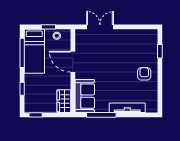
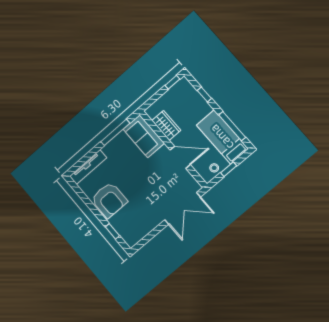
double door: (100, 27) -> (183, 208), width x1.37
armchair: (144, 74) -> (109, 200), width x1.88, depth x1.88
wardrobe: (64, 101) -> (166, 125), moved
tv unit: (127, 108) -> (88, 167), moved

